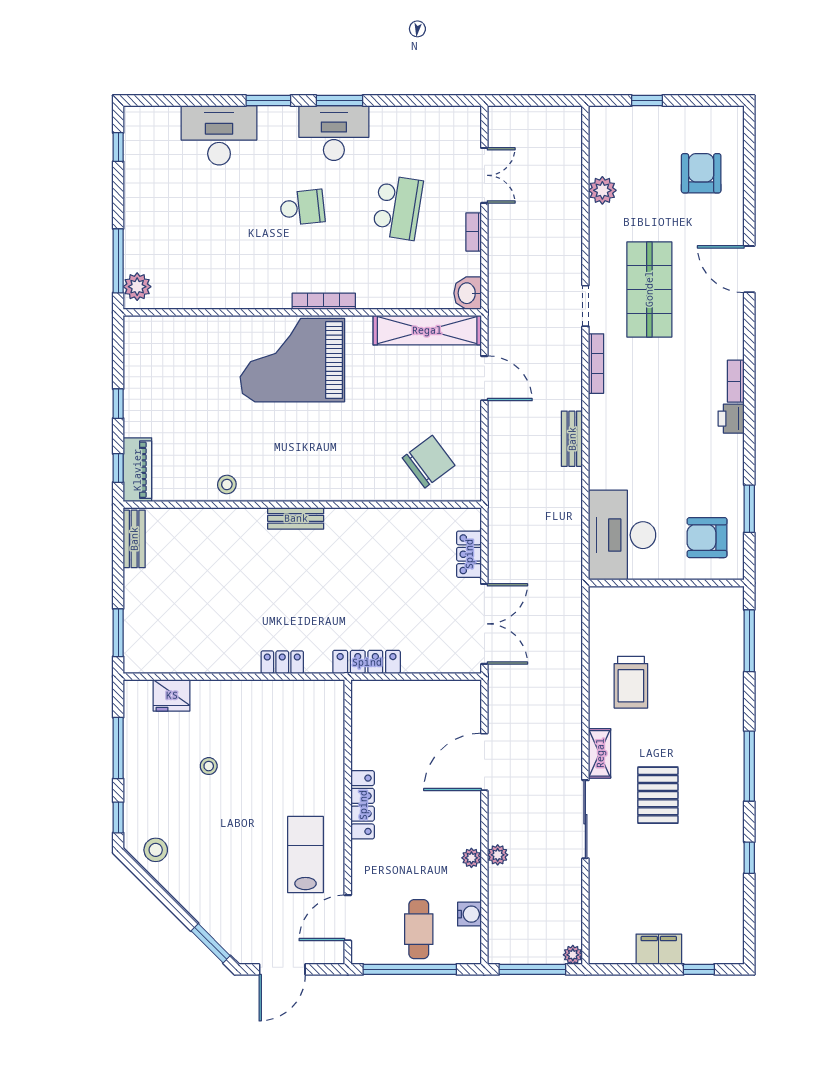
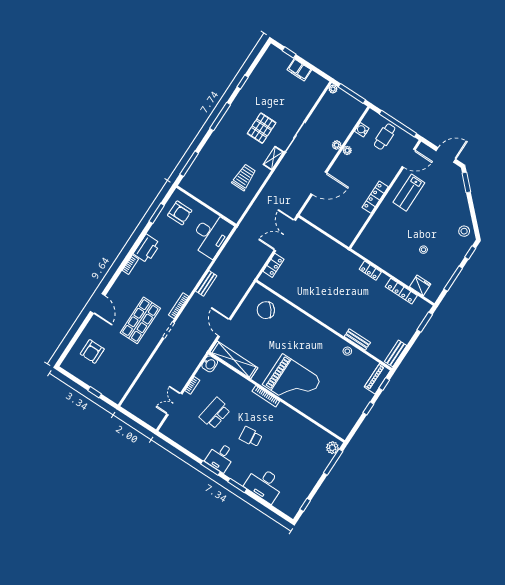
desk: (334, 133) -> (221, 457), width x0.73
plant: (602, 190) -> (134, 369), removed
printer: (731, 419) -> (147, 249), width x1.87, depth x1.48
bench: (296, 518) -> (357, 339), moved
locker: (367, 662) -> (401, 291), moved

